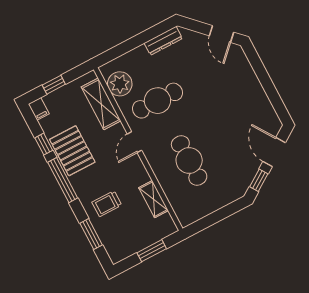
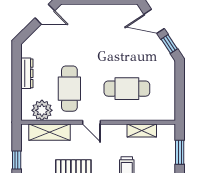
dresser: (163, 41) -> (27, 73), moved

